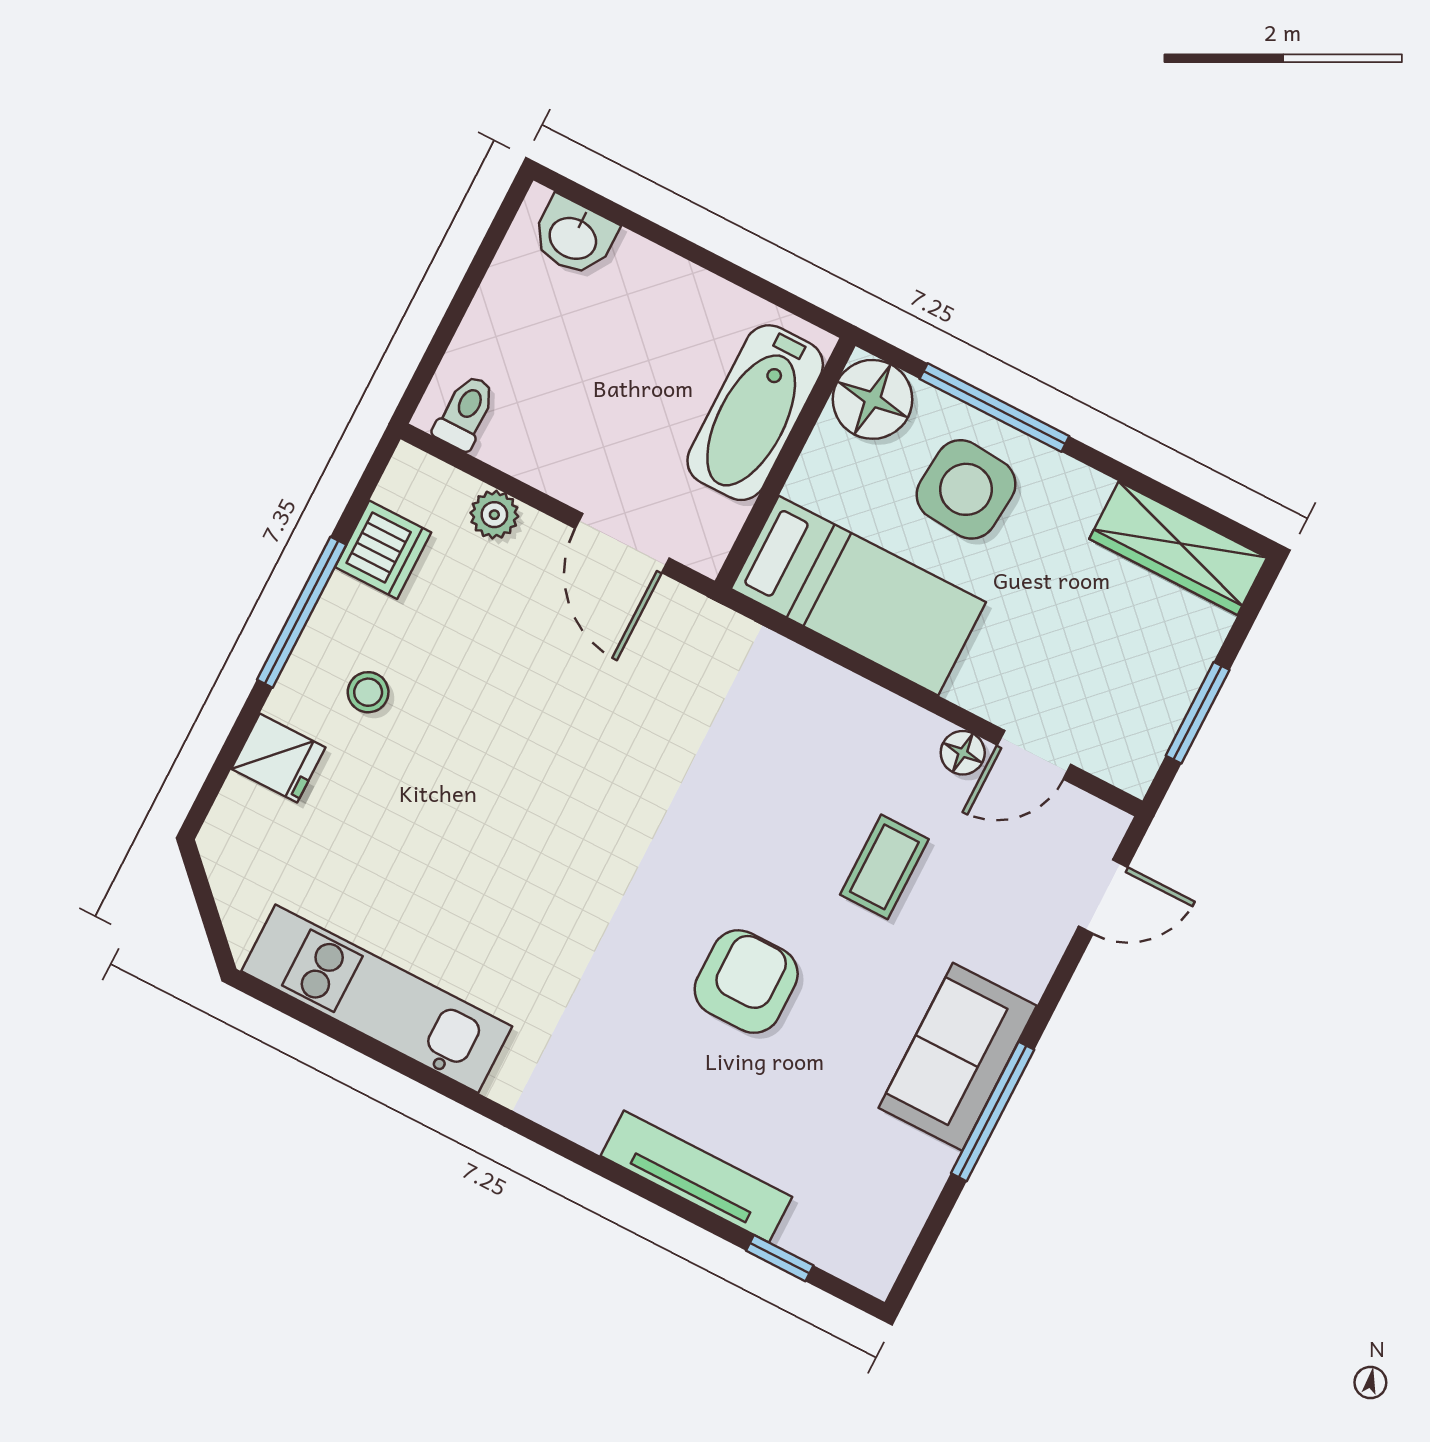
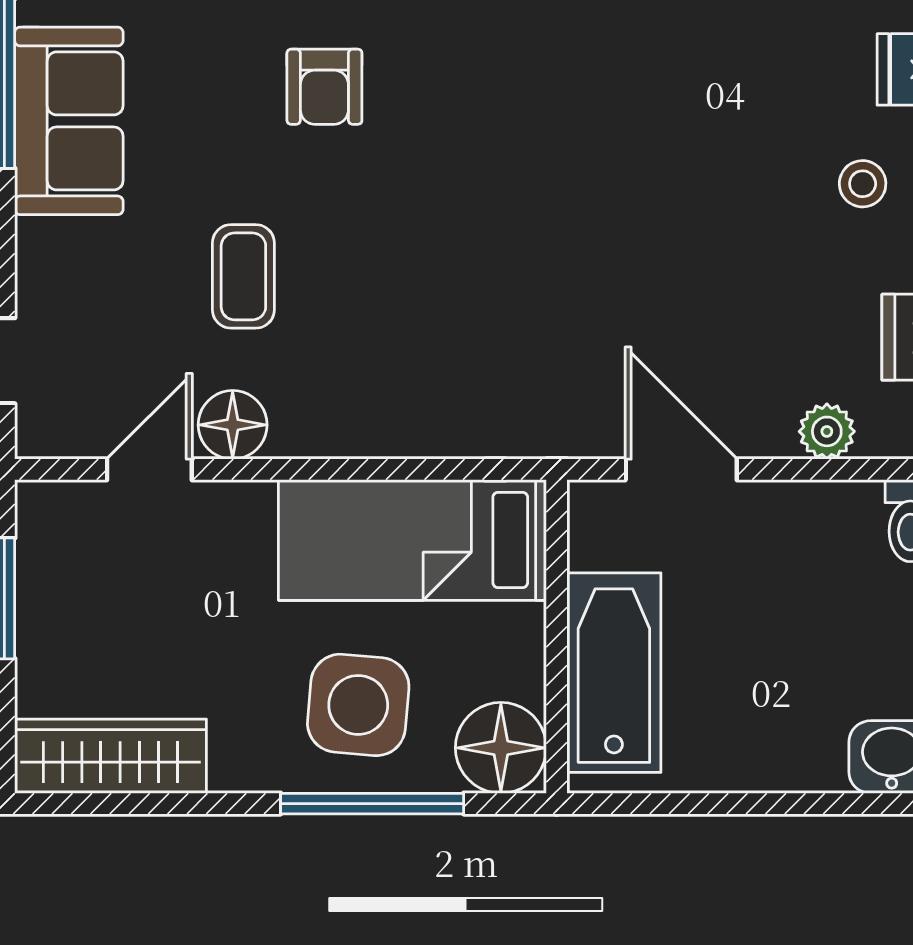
floor lamp: (963, 753) -> (233, 425), width x1.37, depth x1.37
armchair: (746, 982) -> (324, 87), width x0.72, depth x0.72

